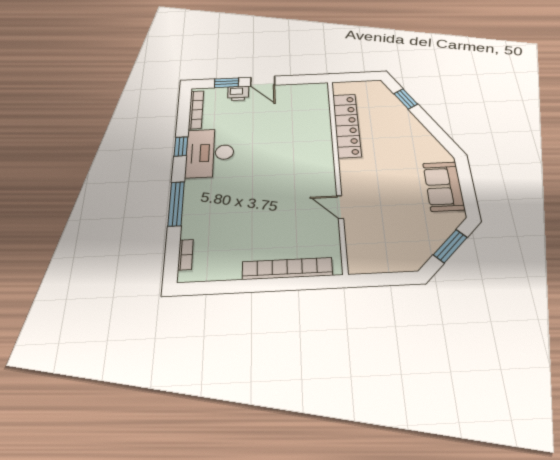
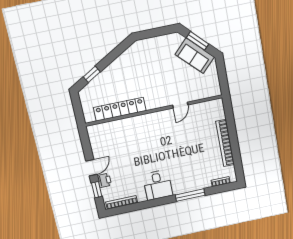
window: (181, 146) -> (151, 203), removed
desk: (210, 153) -> (158, 185), width x0.73
sofa: (444, 186) -> (195, 56), moved, turned 45
bookcase: (287, 269) -> (225, 143), moved

